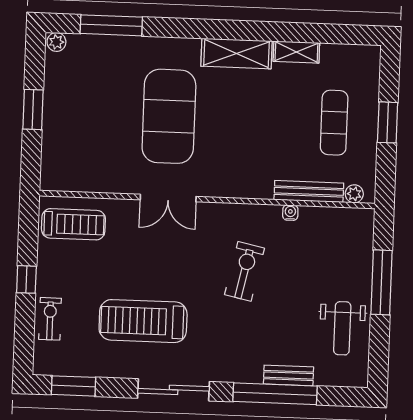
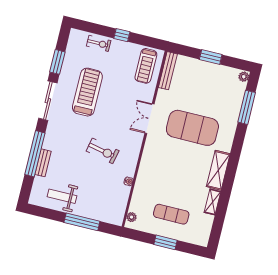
bench: (309, 191) -> (168, 71), moved
window: (73, 386) -> (57, 62), moved

